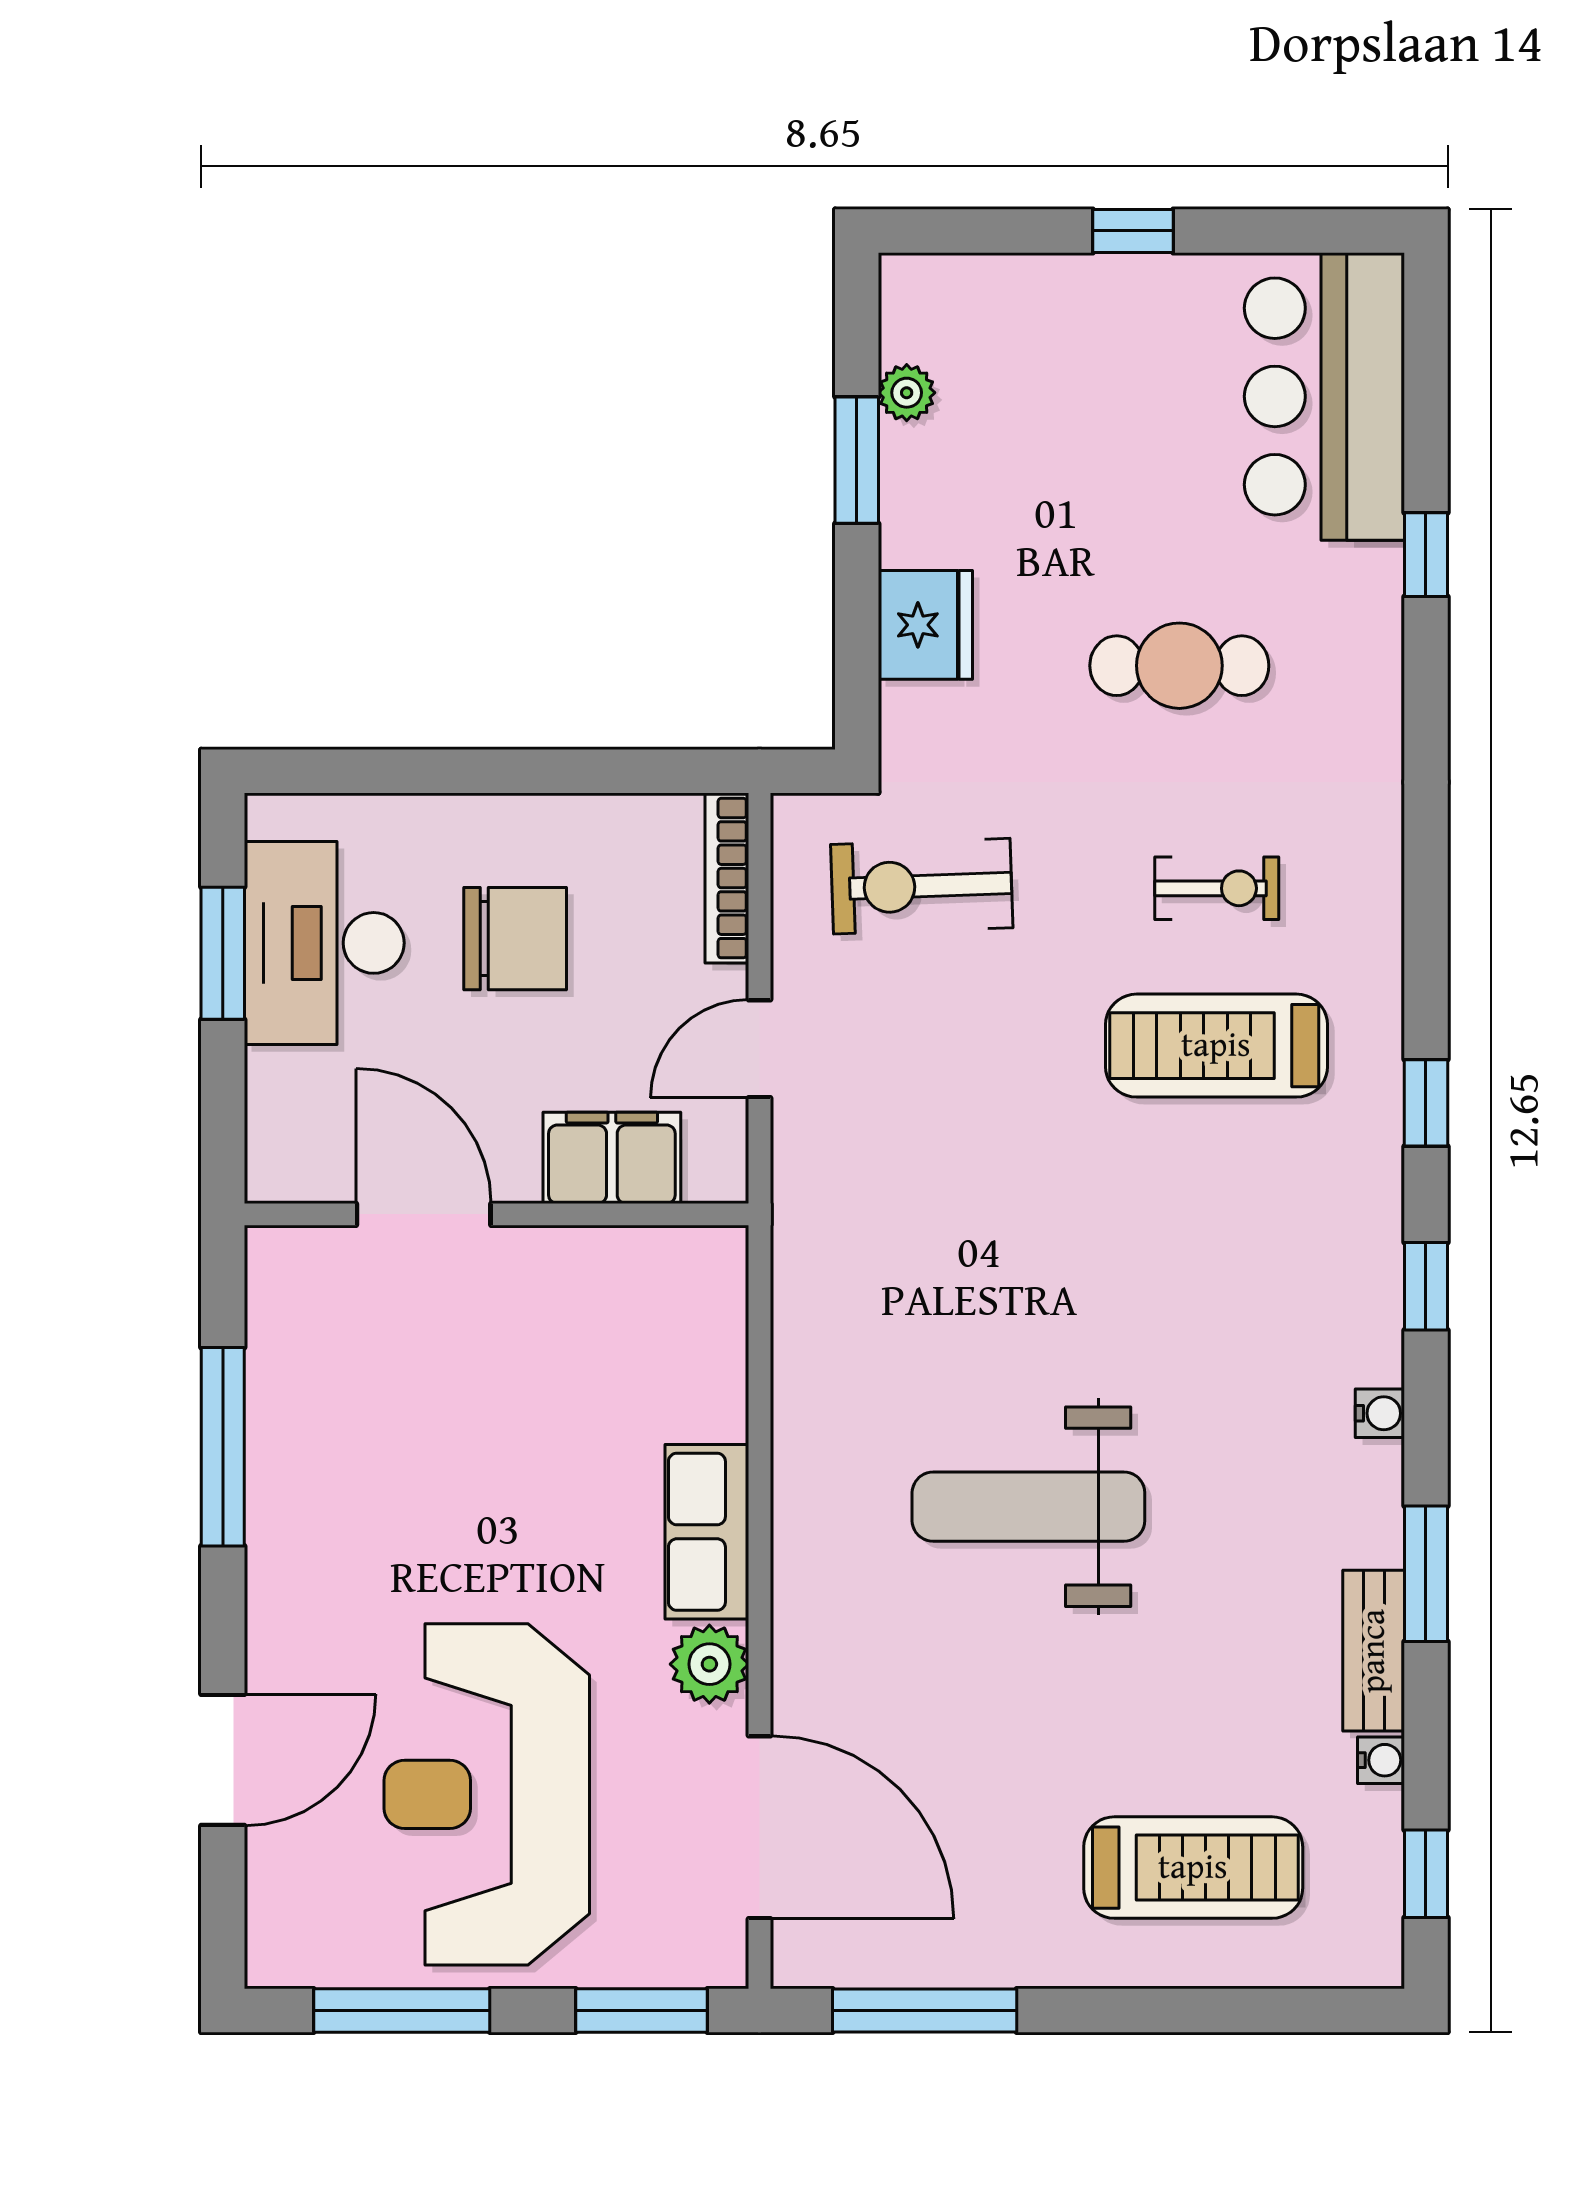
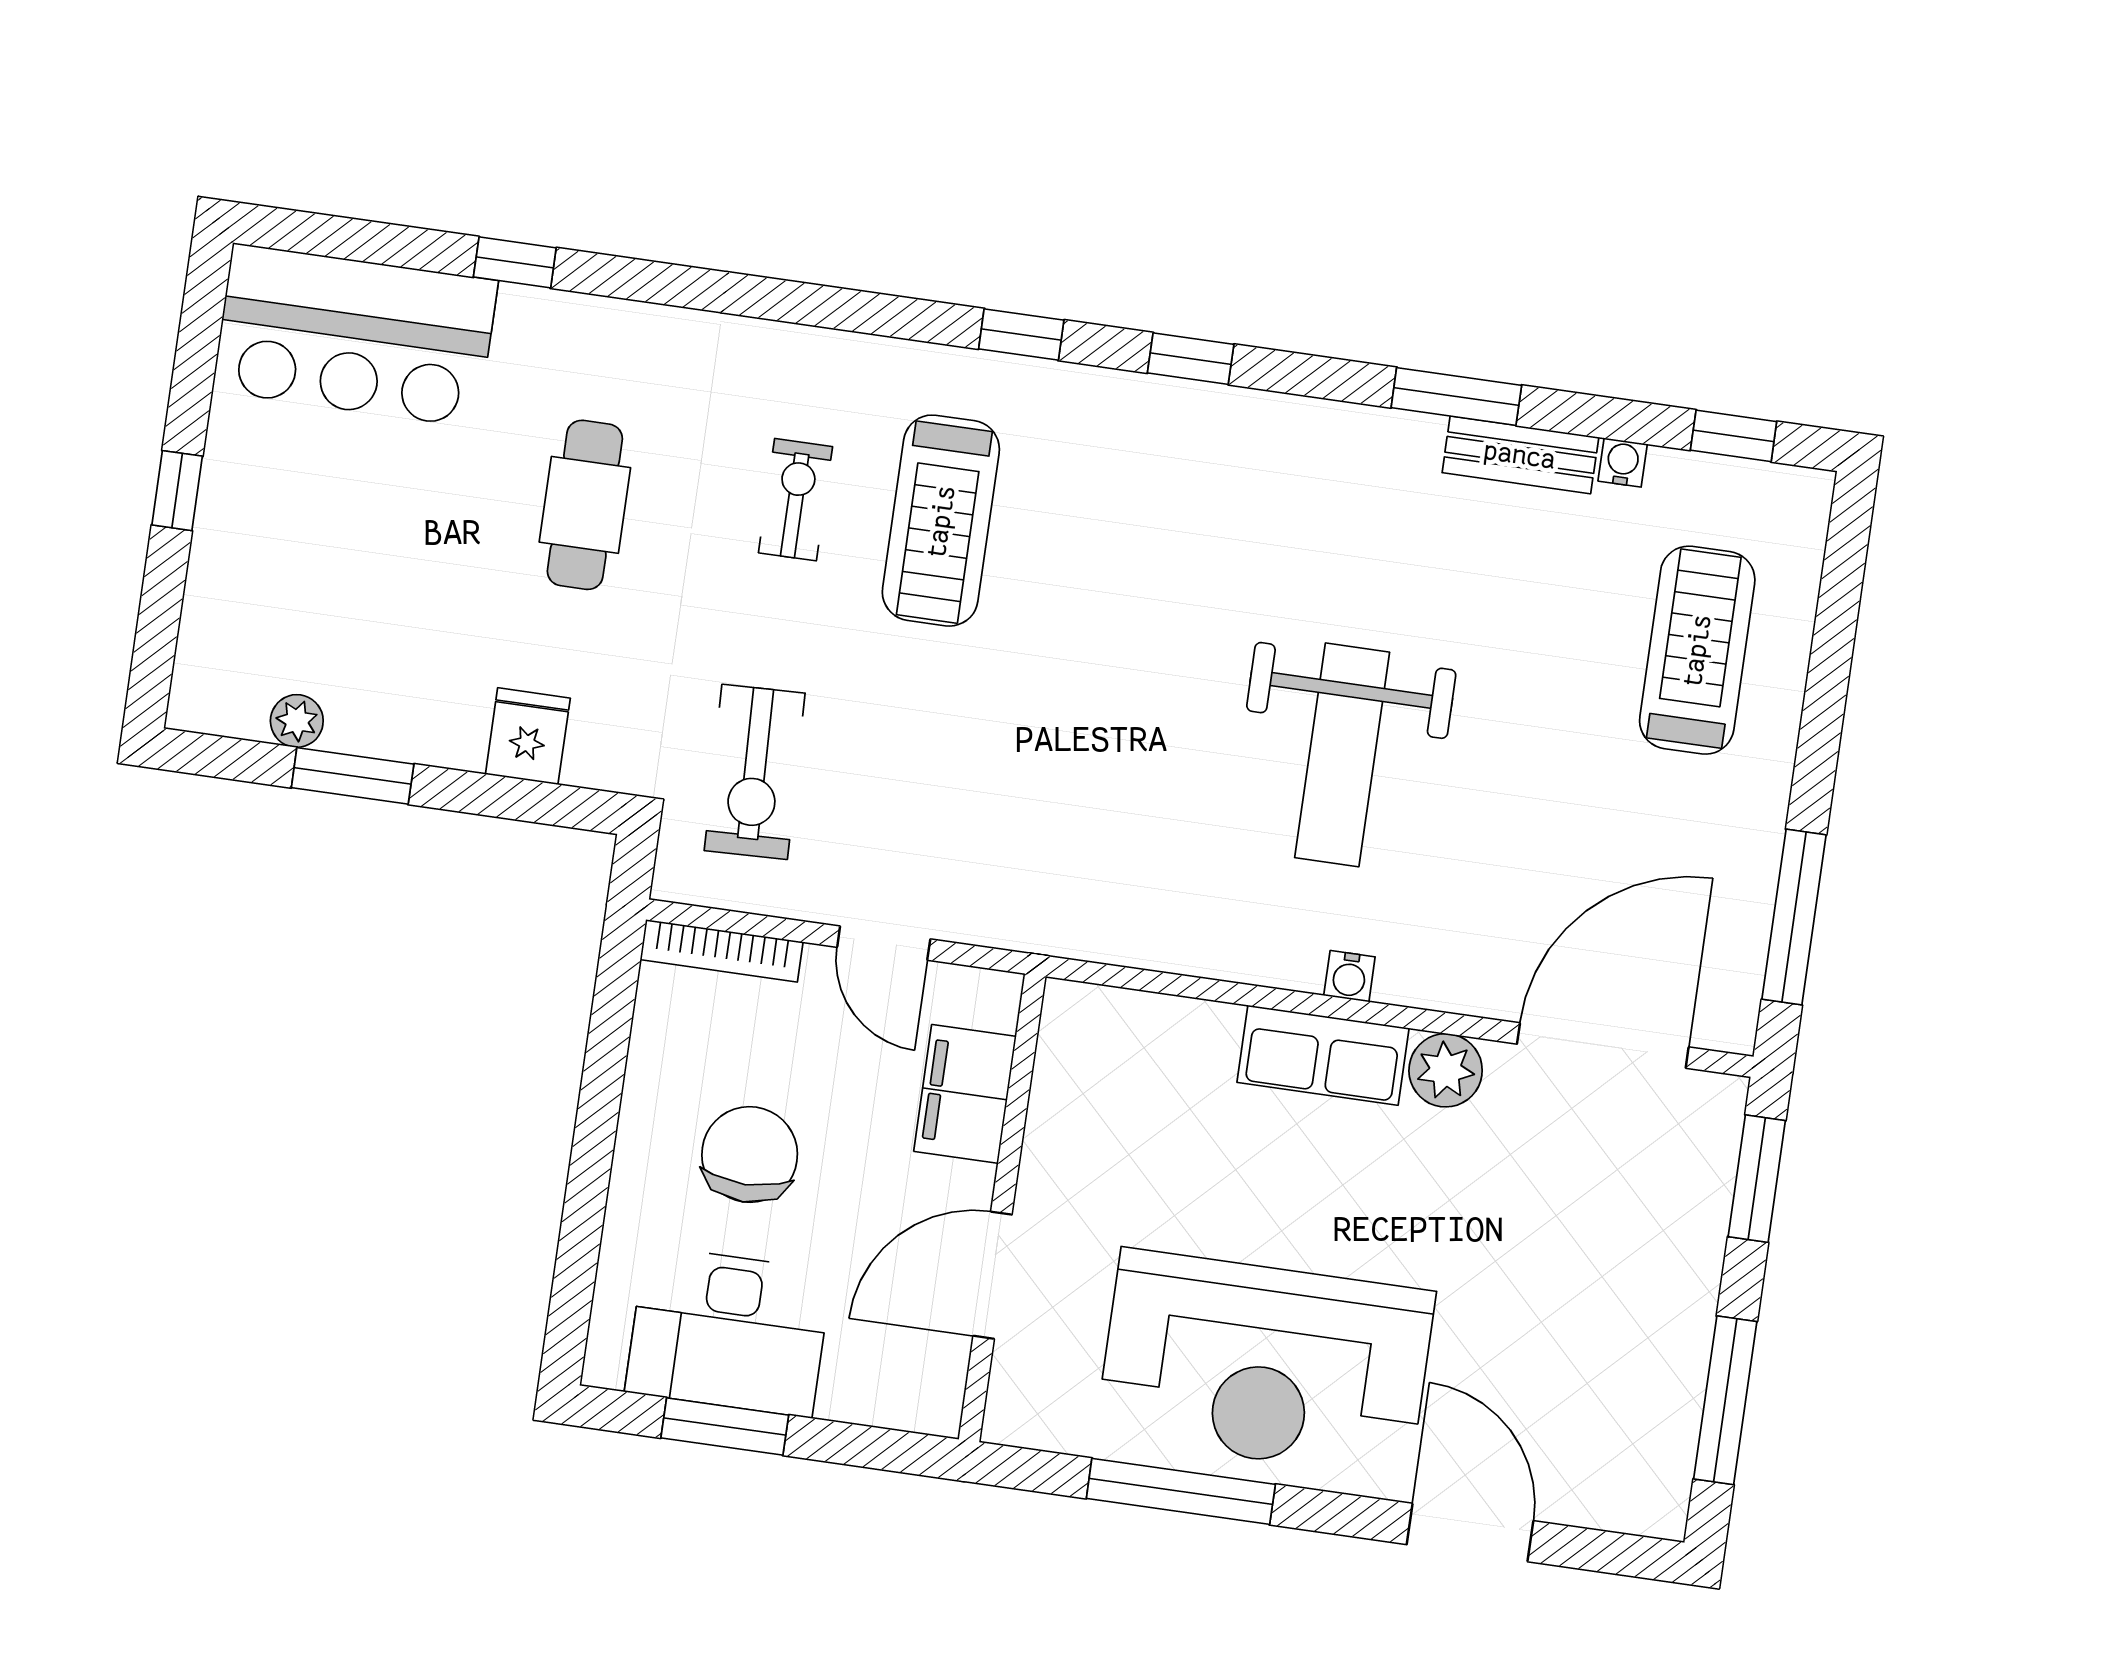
fridge: (925, 625) -> (528, 736), width x0.72
water cooler: (1380, 1413) -> (1349, 976), moved, turned 180
reception desk: (487, 1794) -> (1265, 1364), moved

